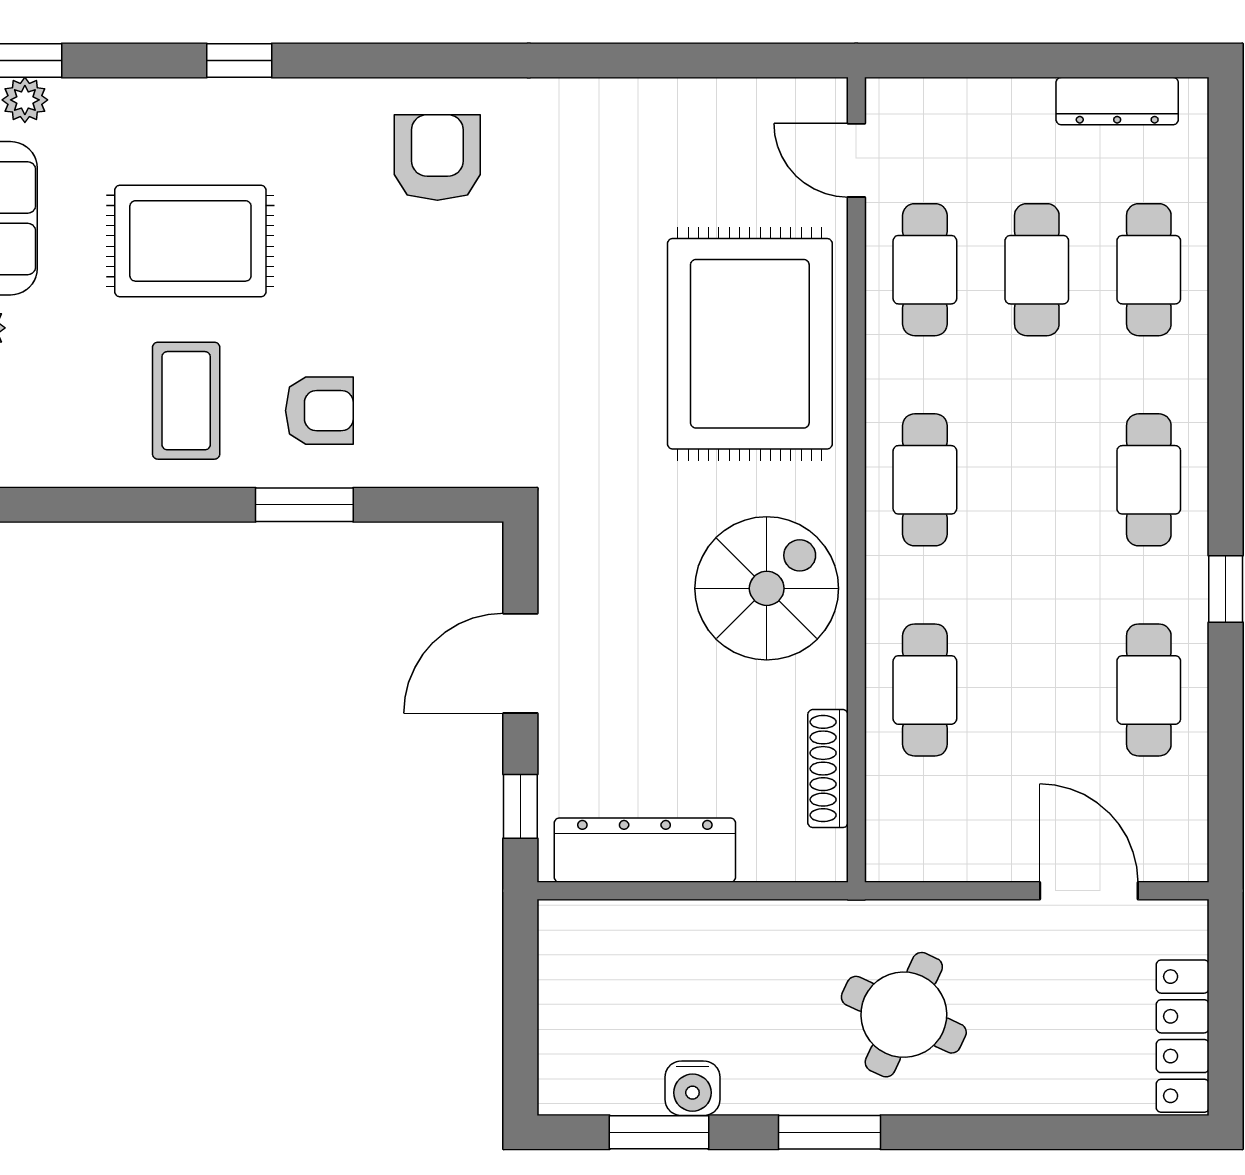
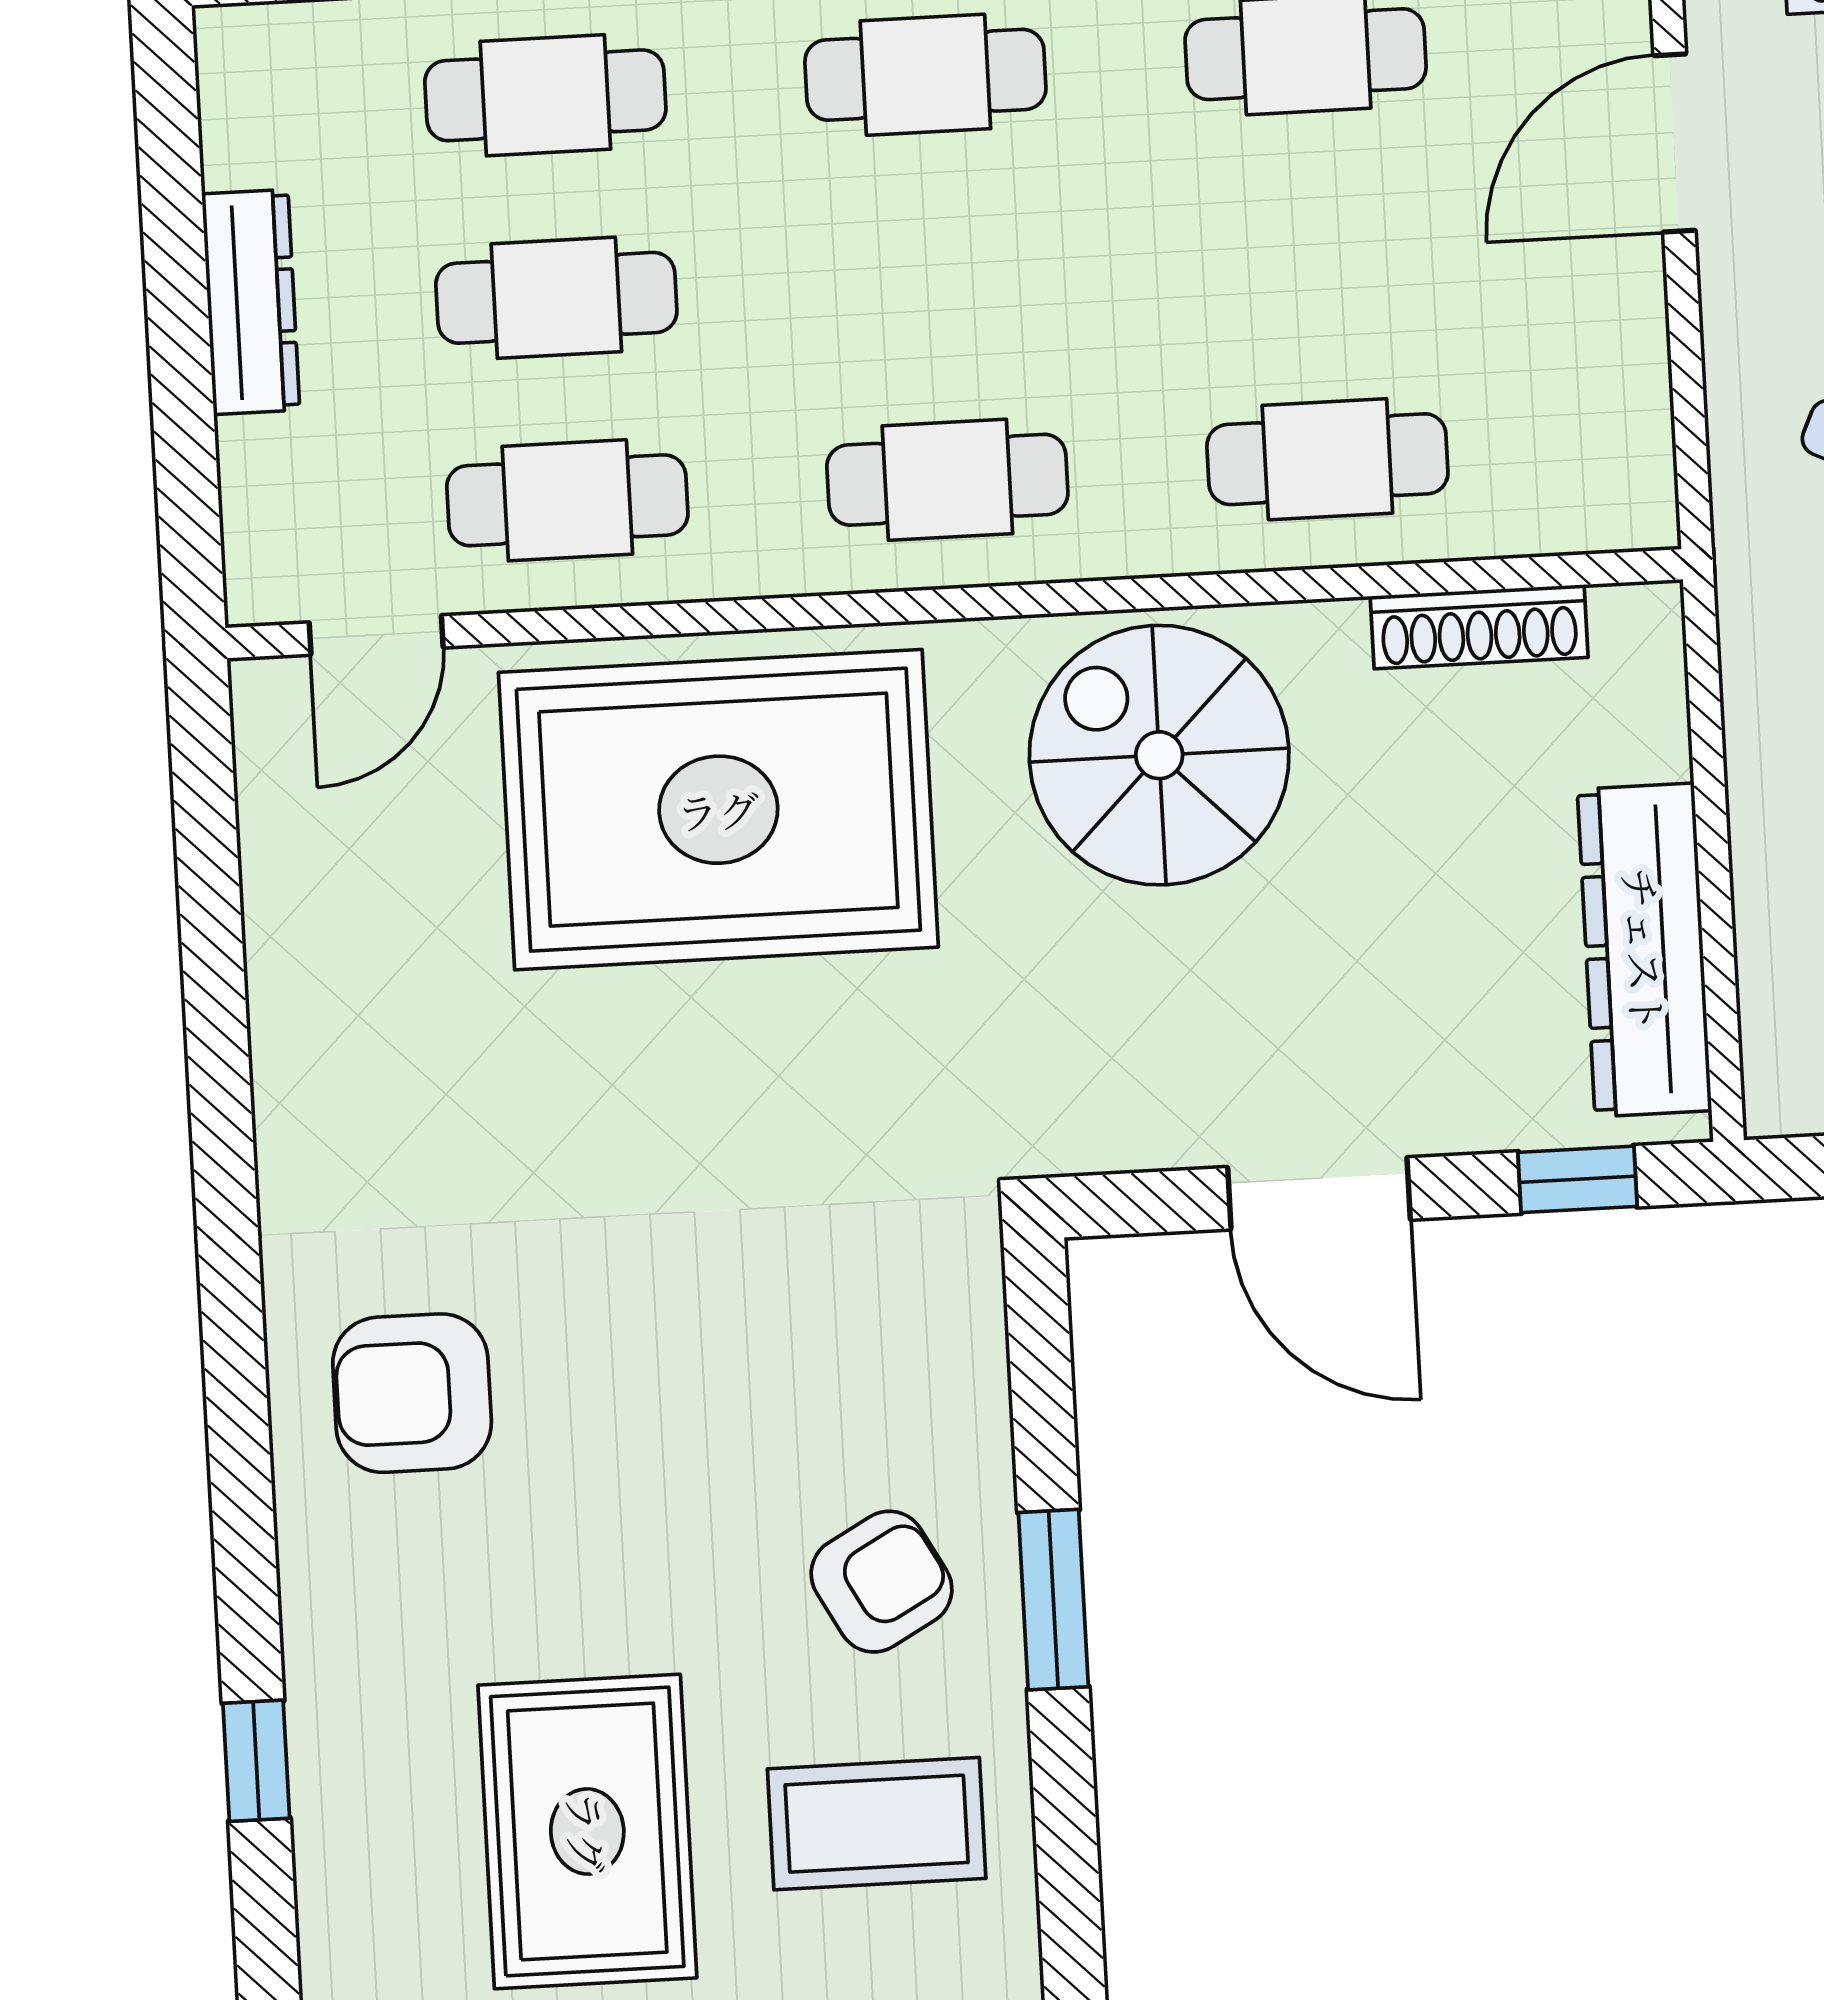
dresser: (1117, 101) -> (251, 302), moved
armchair: (319, 411) -> (882, 1582), turned 61

